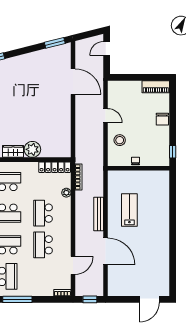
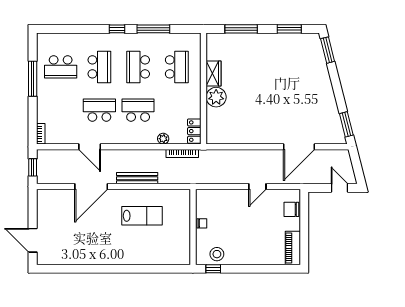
chair: (162, 119) -> (291, 209), moved
stool: (120, 140) -> (217, 254), moved
locker: (55, 167) -> (194, 131), width x0.66
door: (73, 265) -> (90, 147), moved

